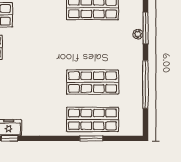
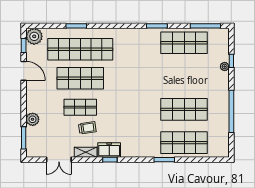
window: (145, 28) -> (231, 61), width x0.46
window: (91, 138) -> (164, 160), moved

